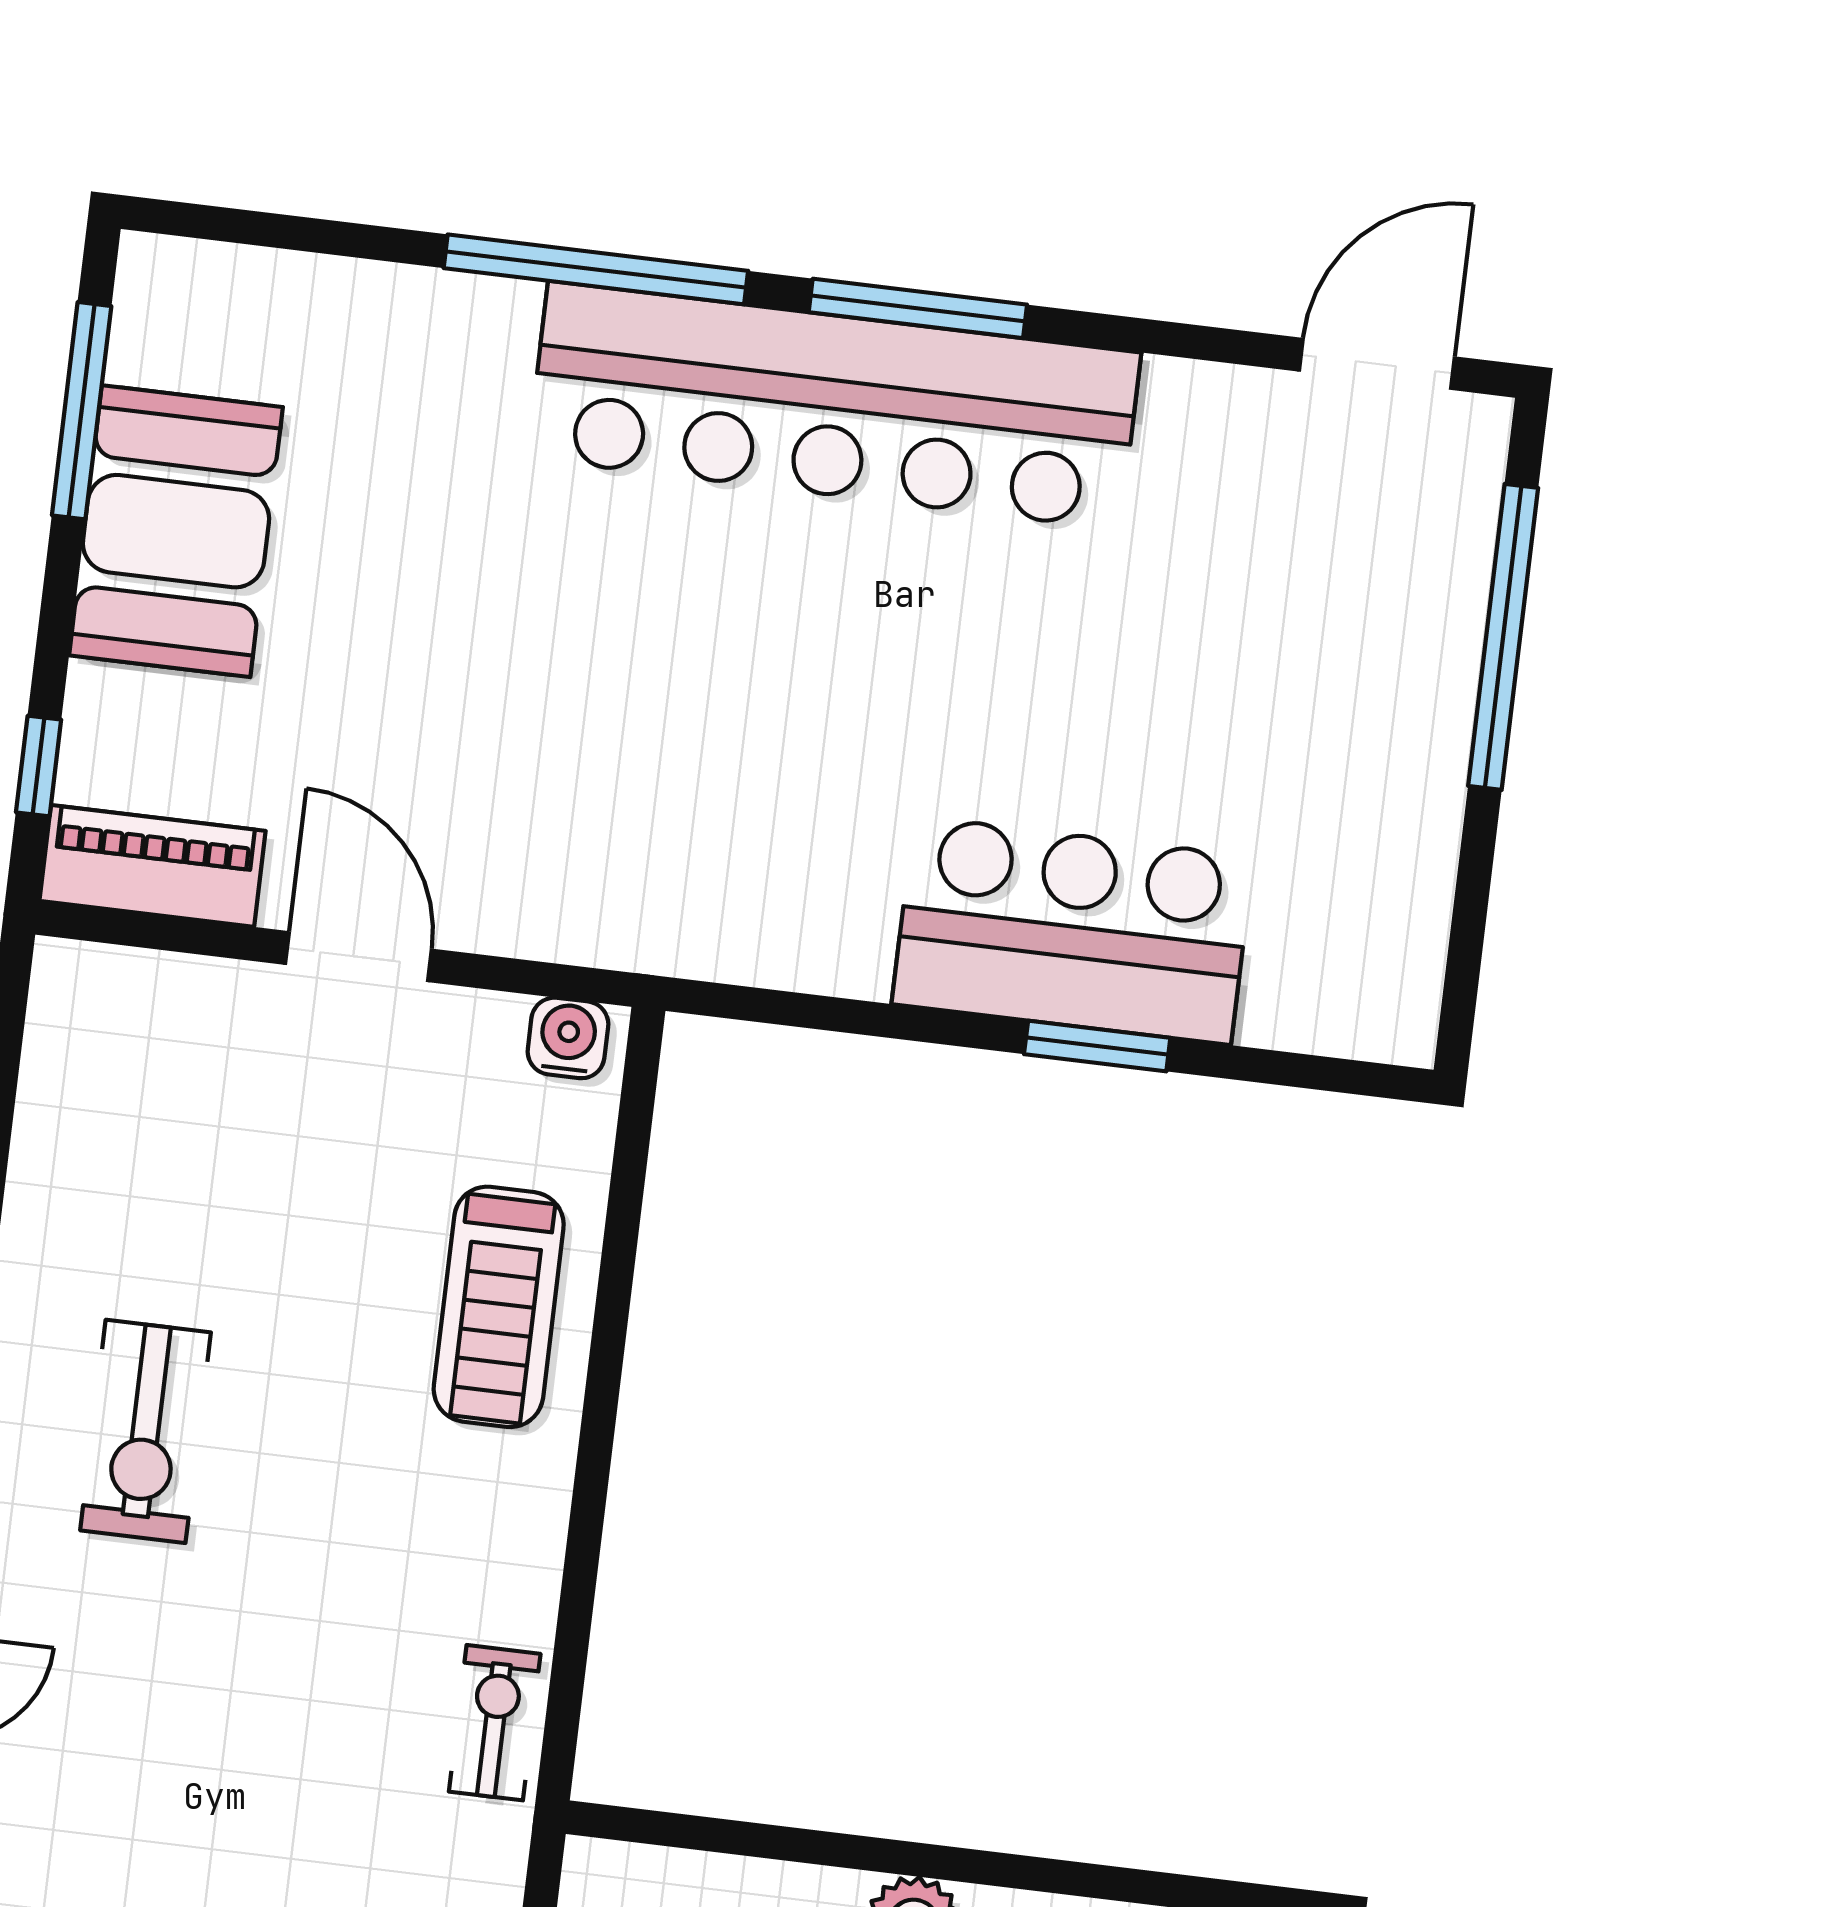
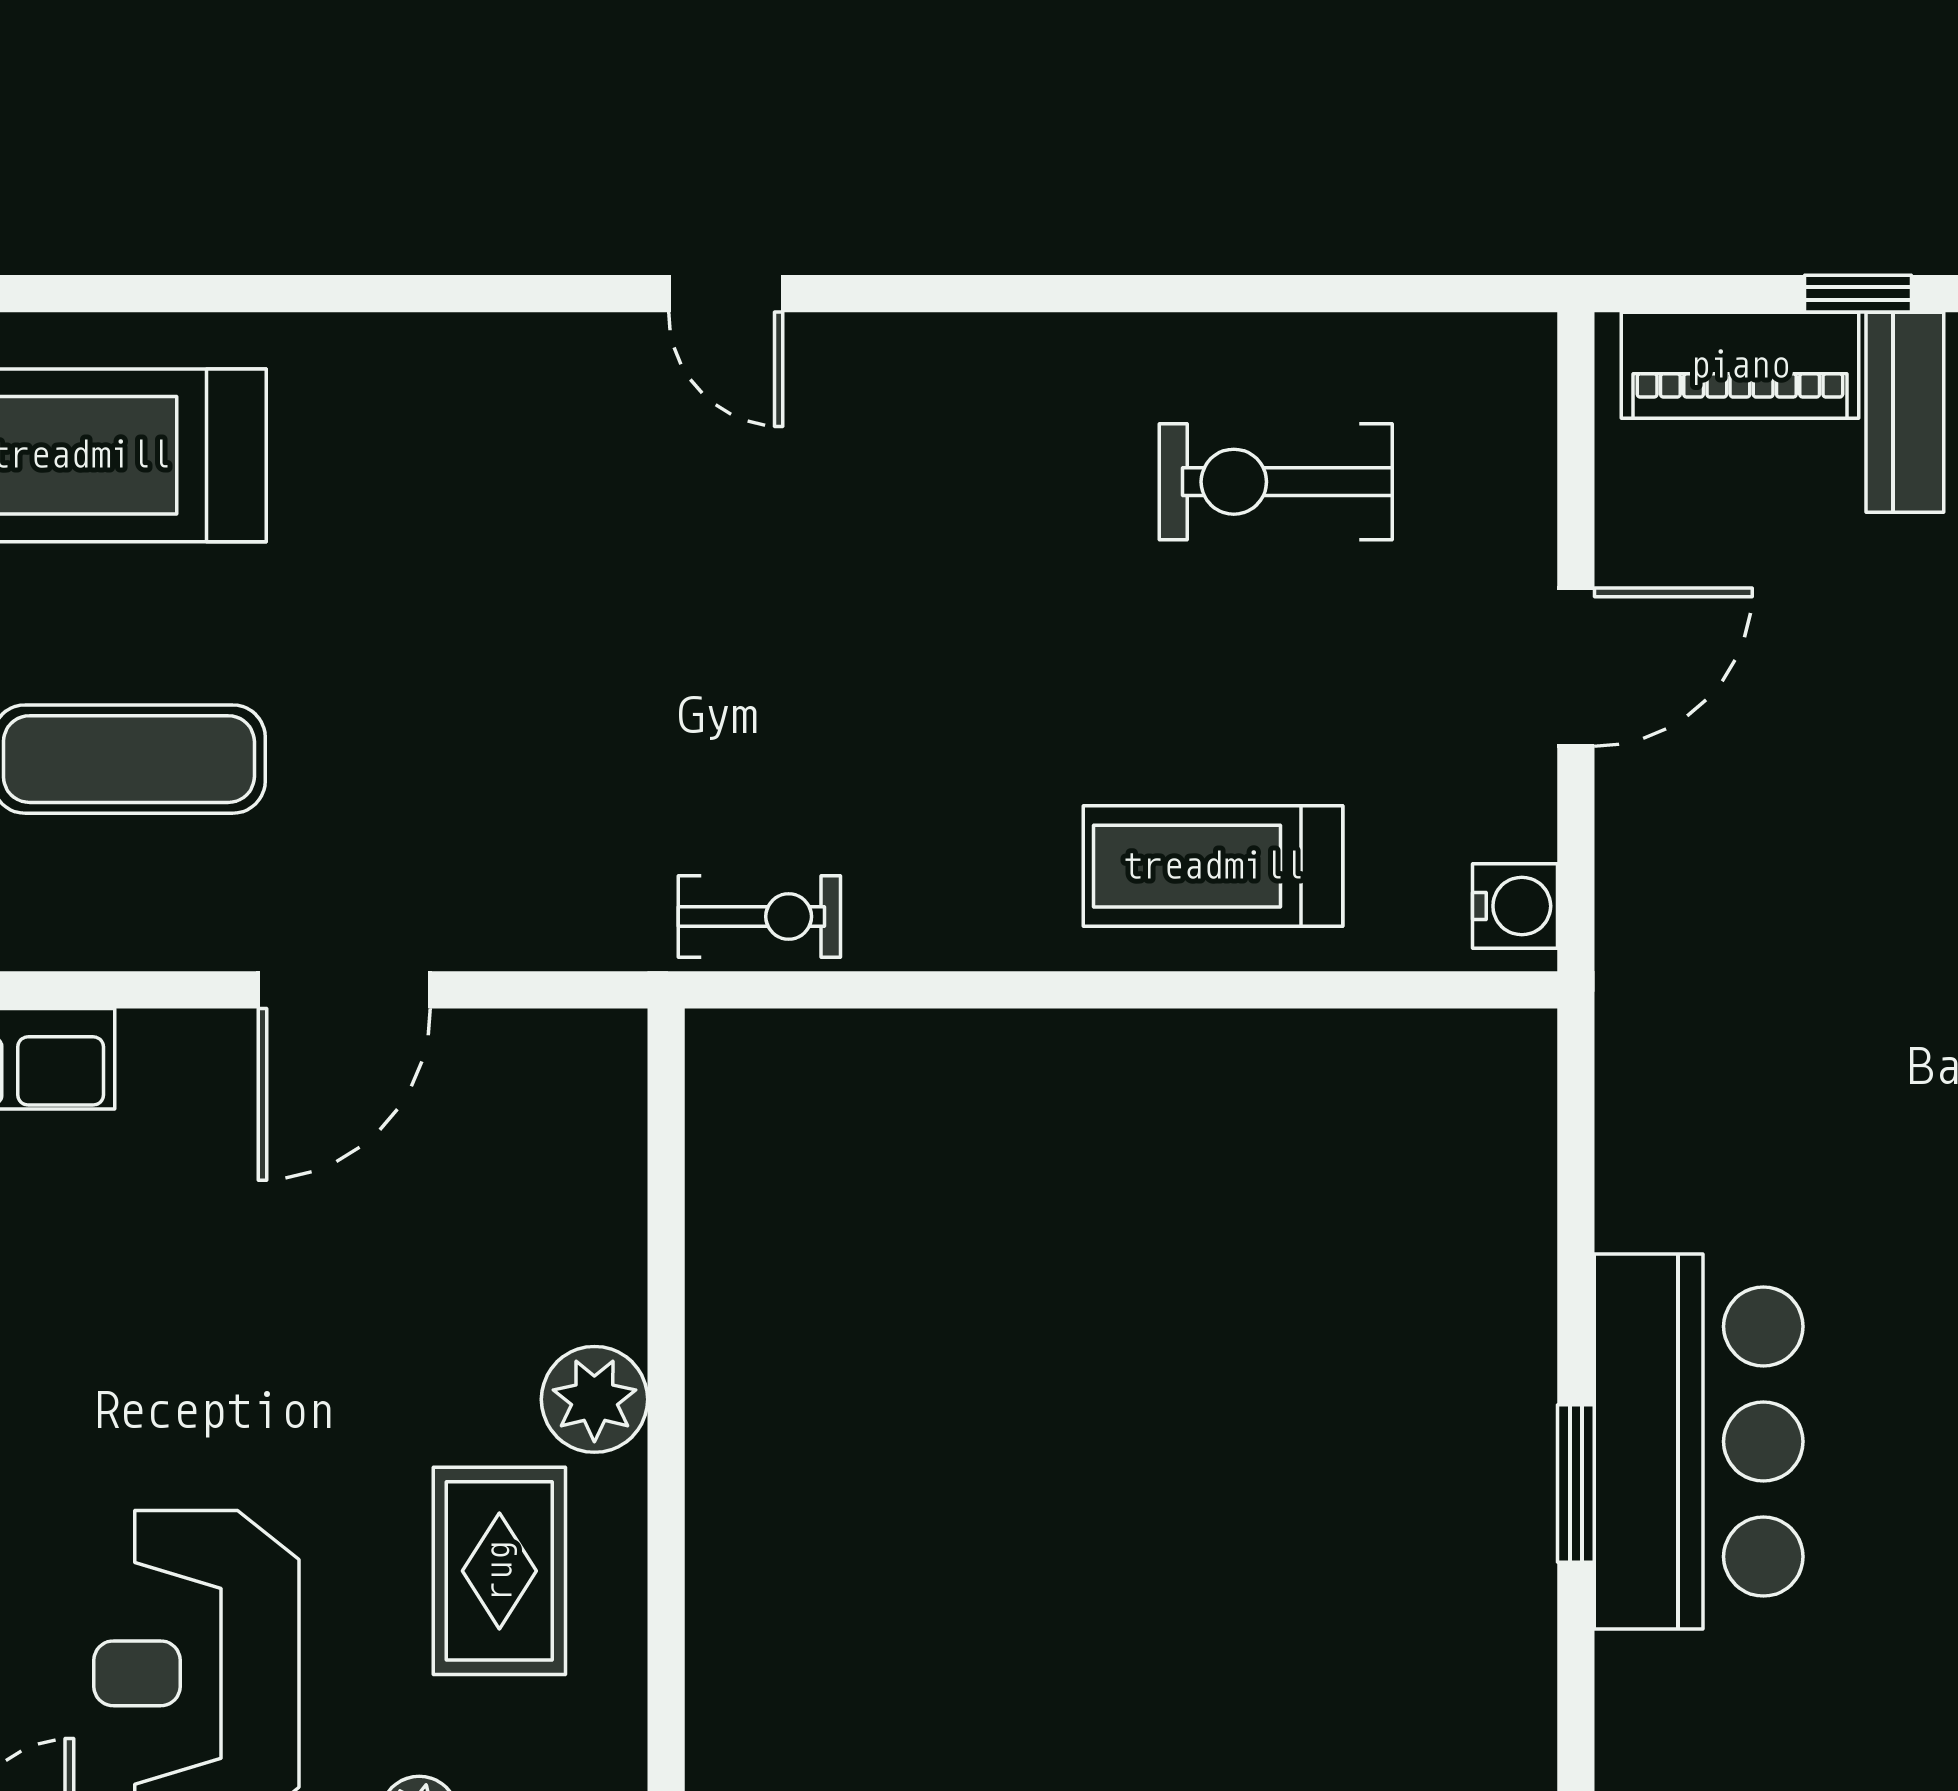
window: (39, 766) -> (1858, 294), moved
piano: (152, 866) -> (1740, 365), moved, turned 90
exercise bike: (146, 1431) -> (1276, 482), moved

